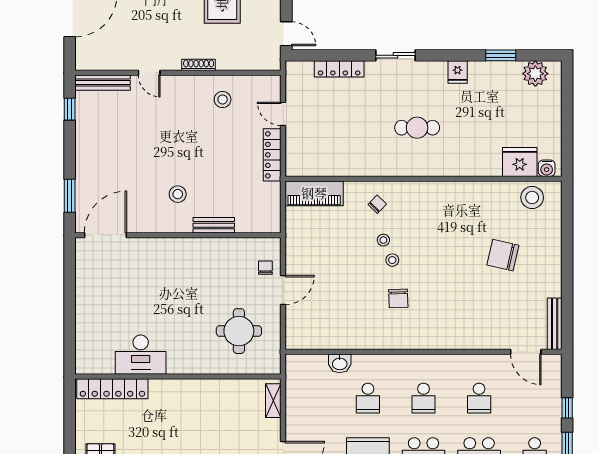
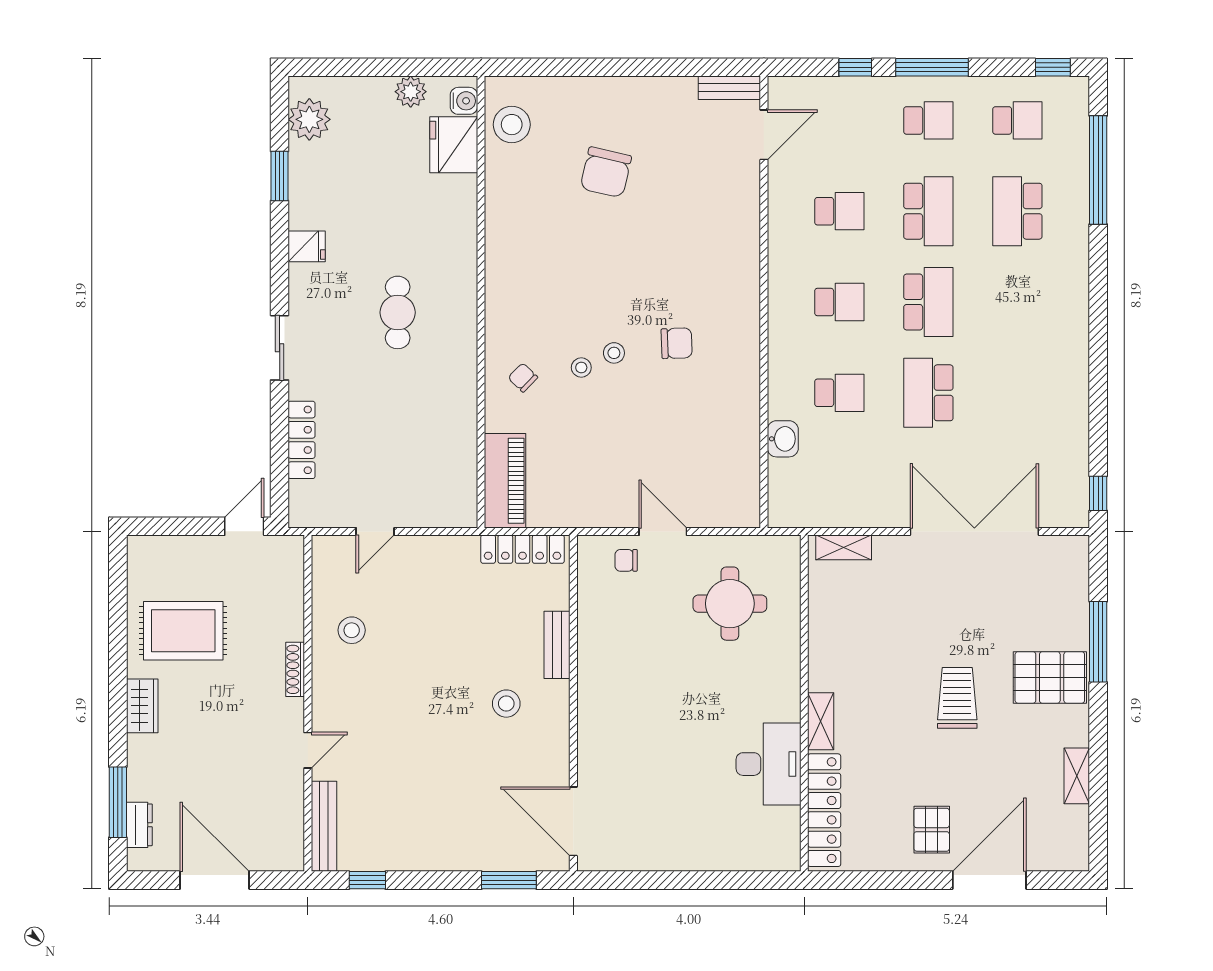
plant: (552, 136) -> (411, 92), added
locker: (272, 155) -> (523, 549), moved
bench: (555, 324) -> (729, 88), width x0.73
shelving: (167, 387) -> (821, 721), added

